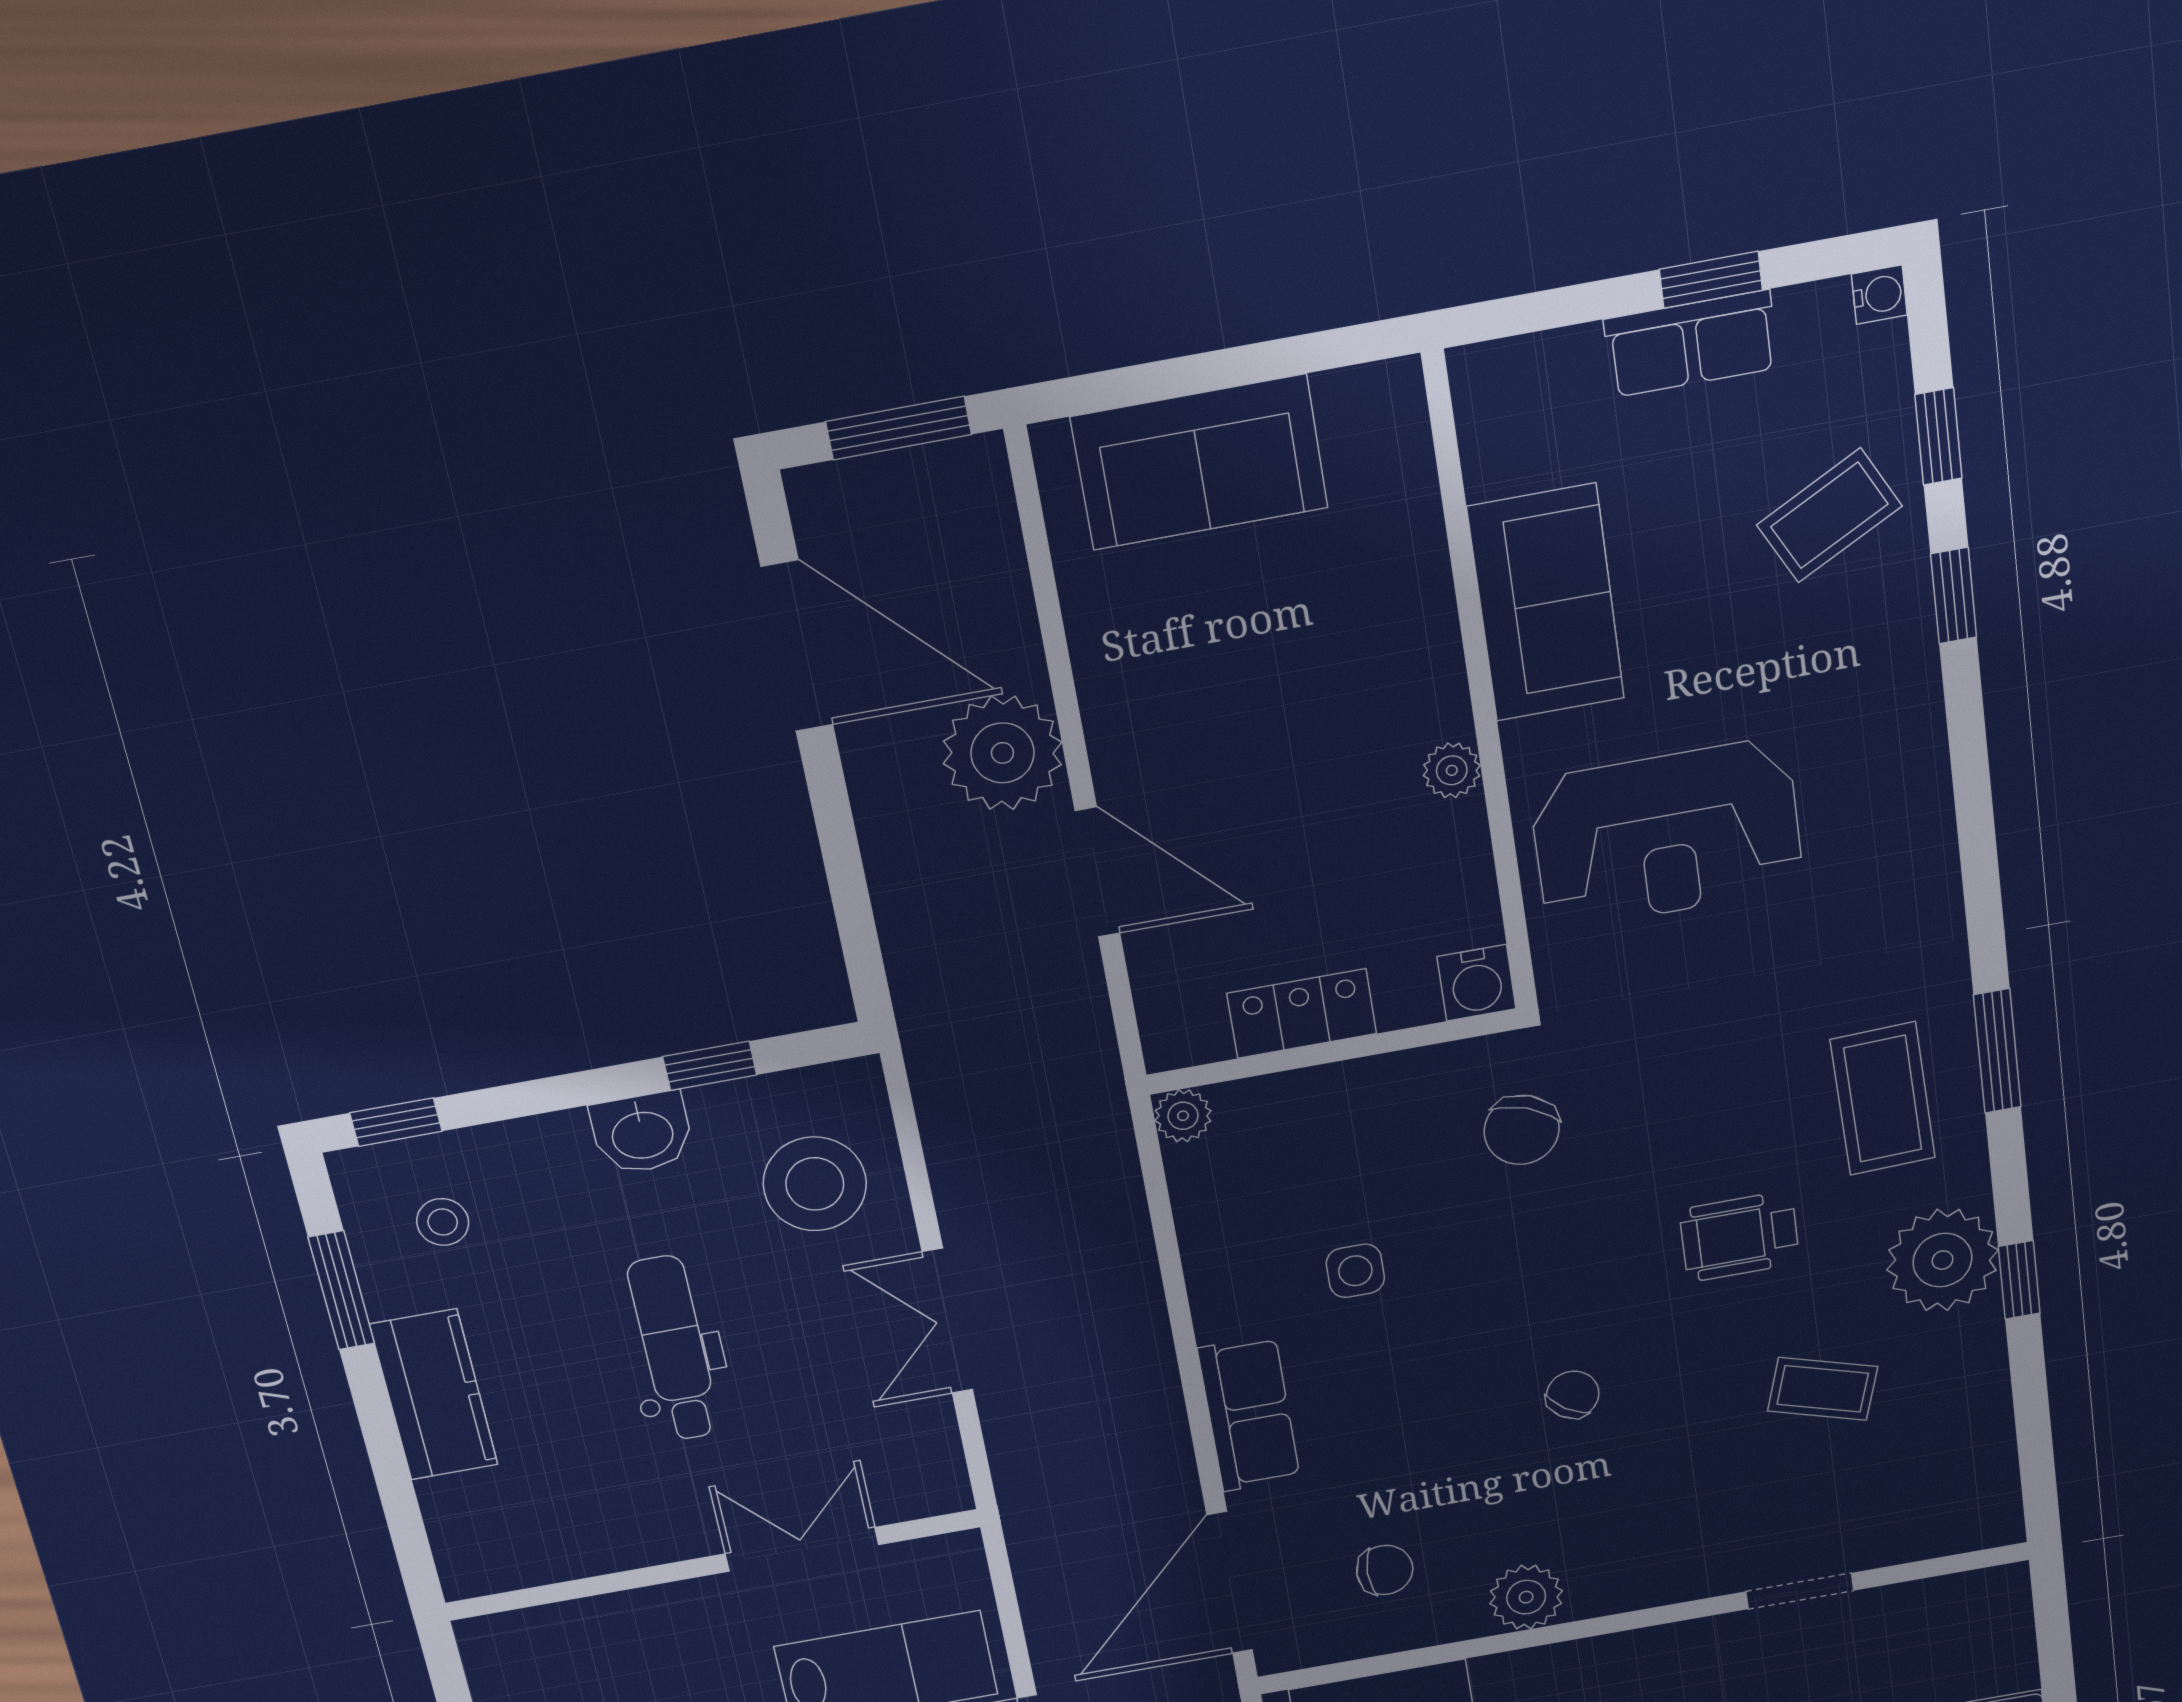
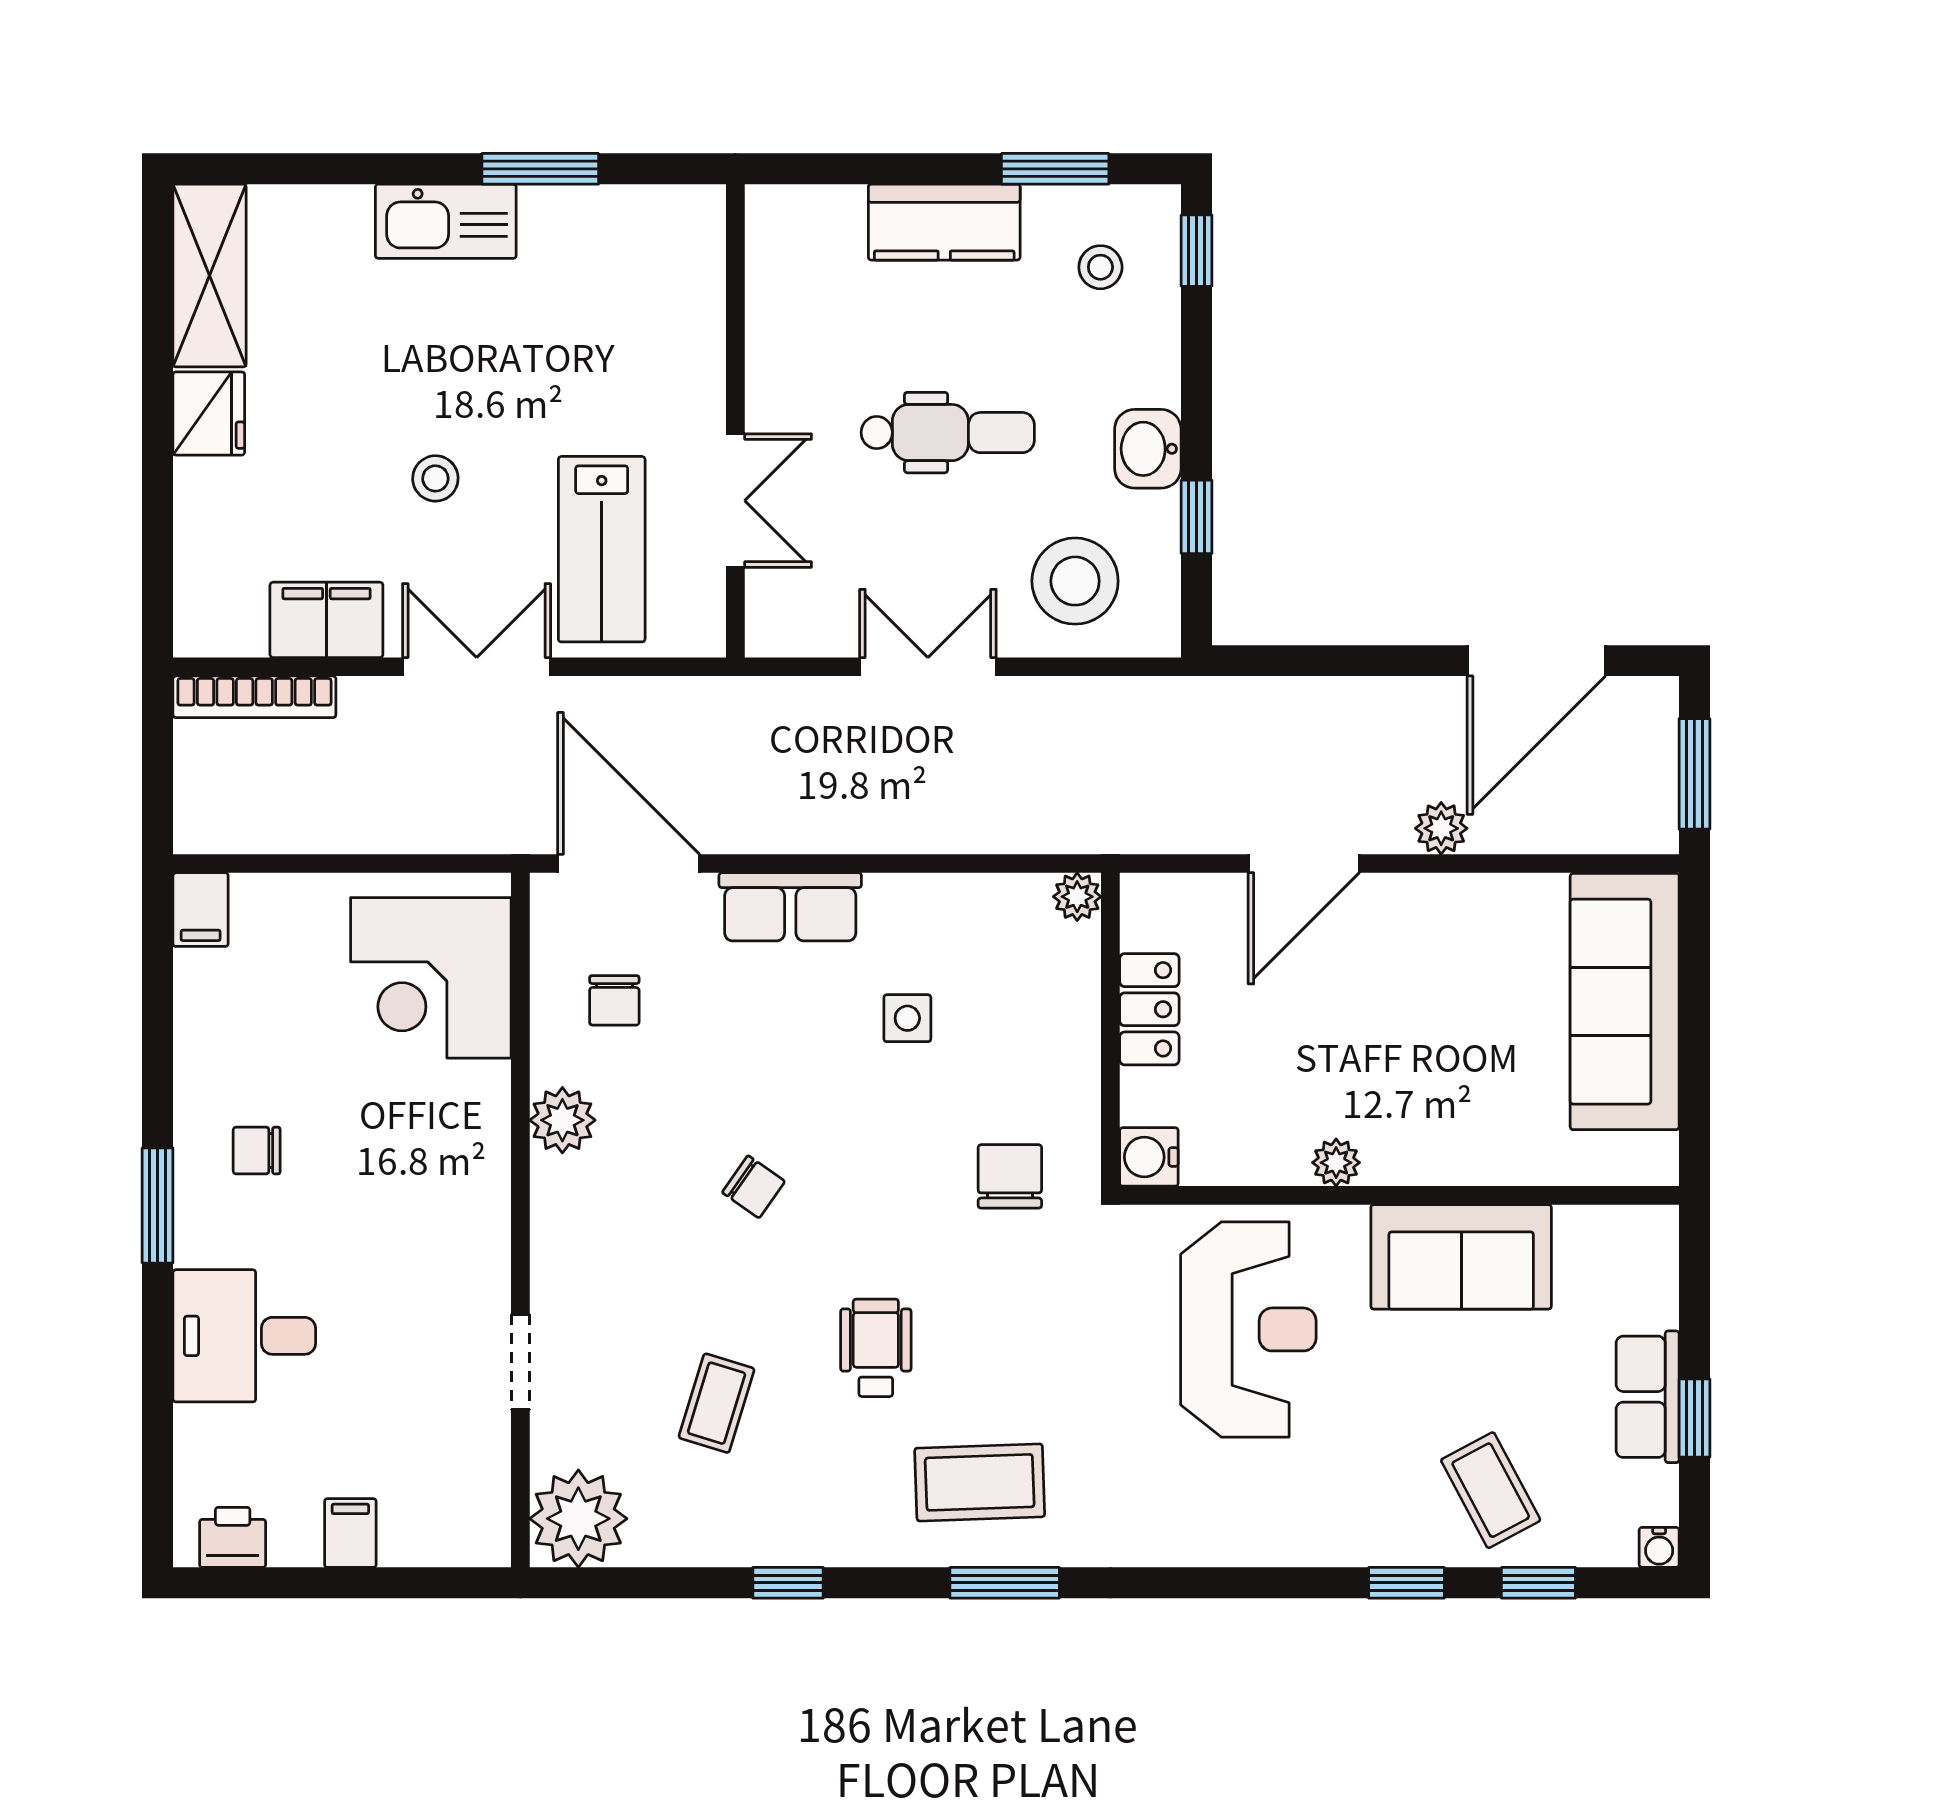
sofa: (1199, 462) -> (1625, 1002), width x1.36
plant: (1002, 753) -> (1441, 828), width x0.53, depth x0.53
reception desk: (1667, 834) -> (1248, 1329), turned 180
chair: (1522, 1130) -> (1010, 1176), turned 69
plant: (1942, 1260) -> (578, 1519), moved

